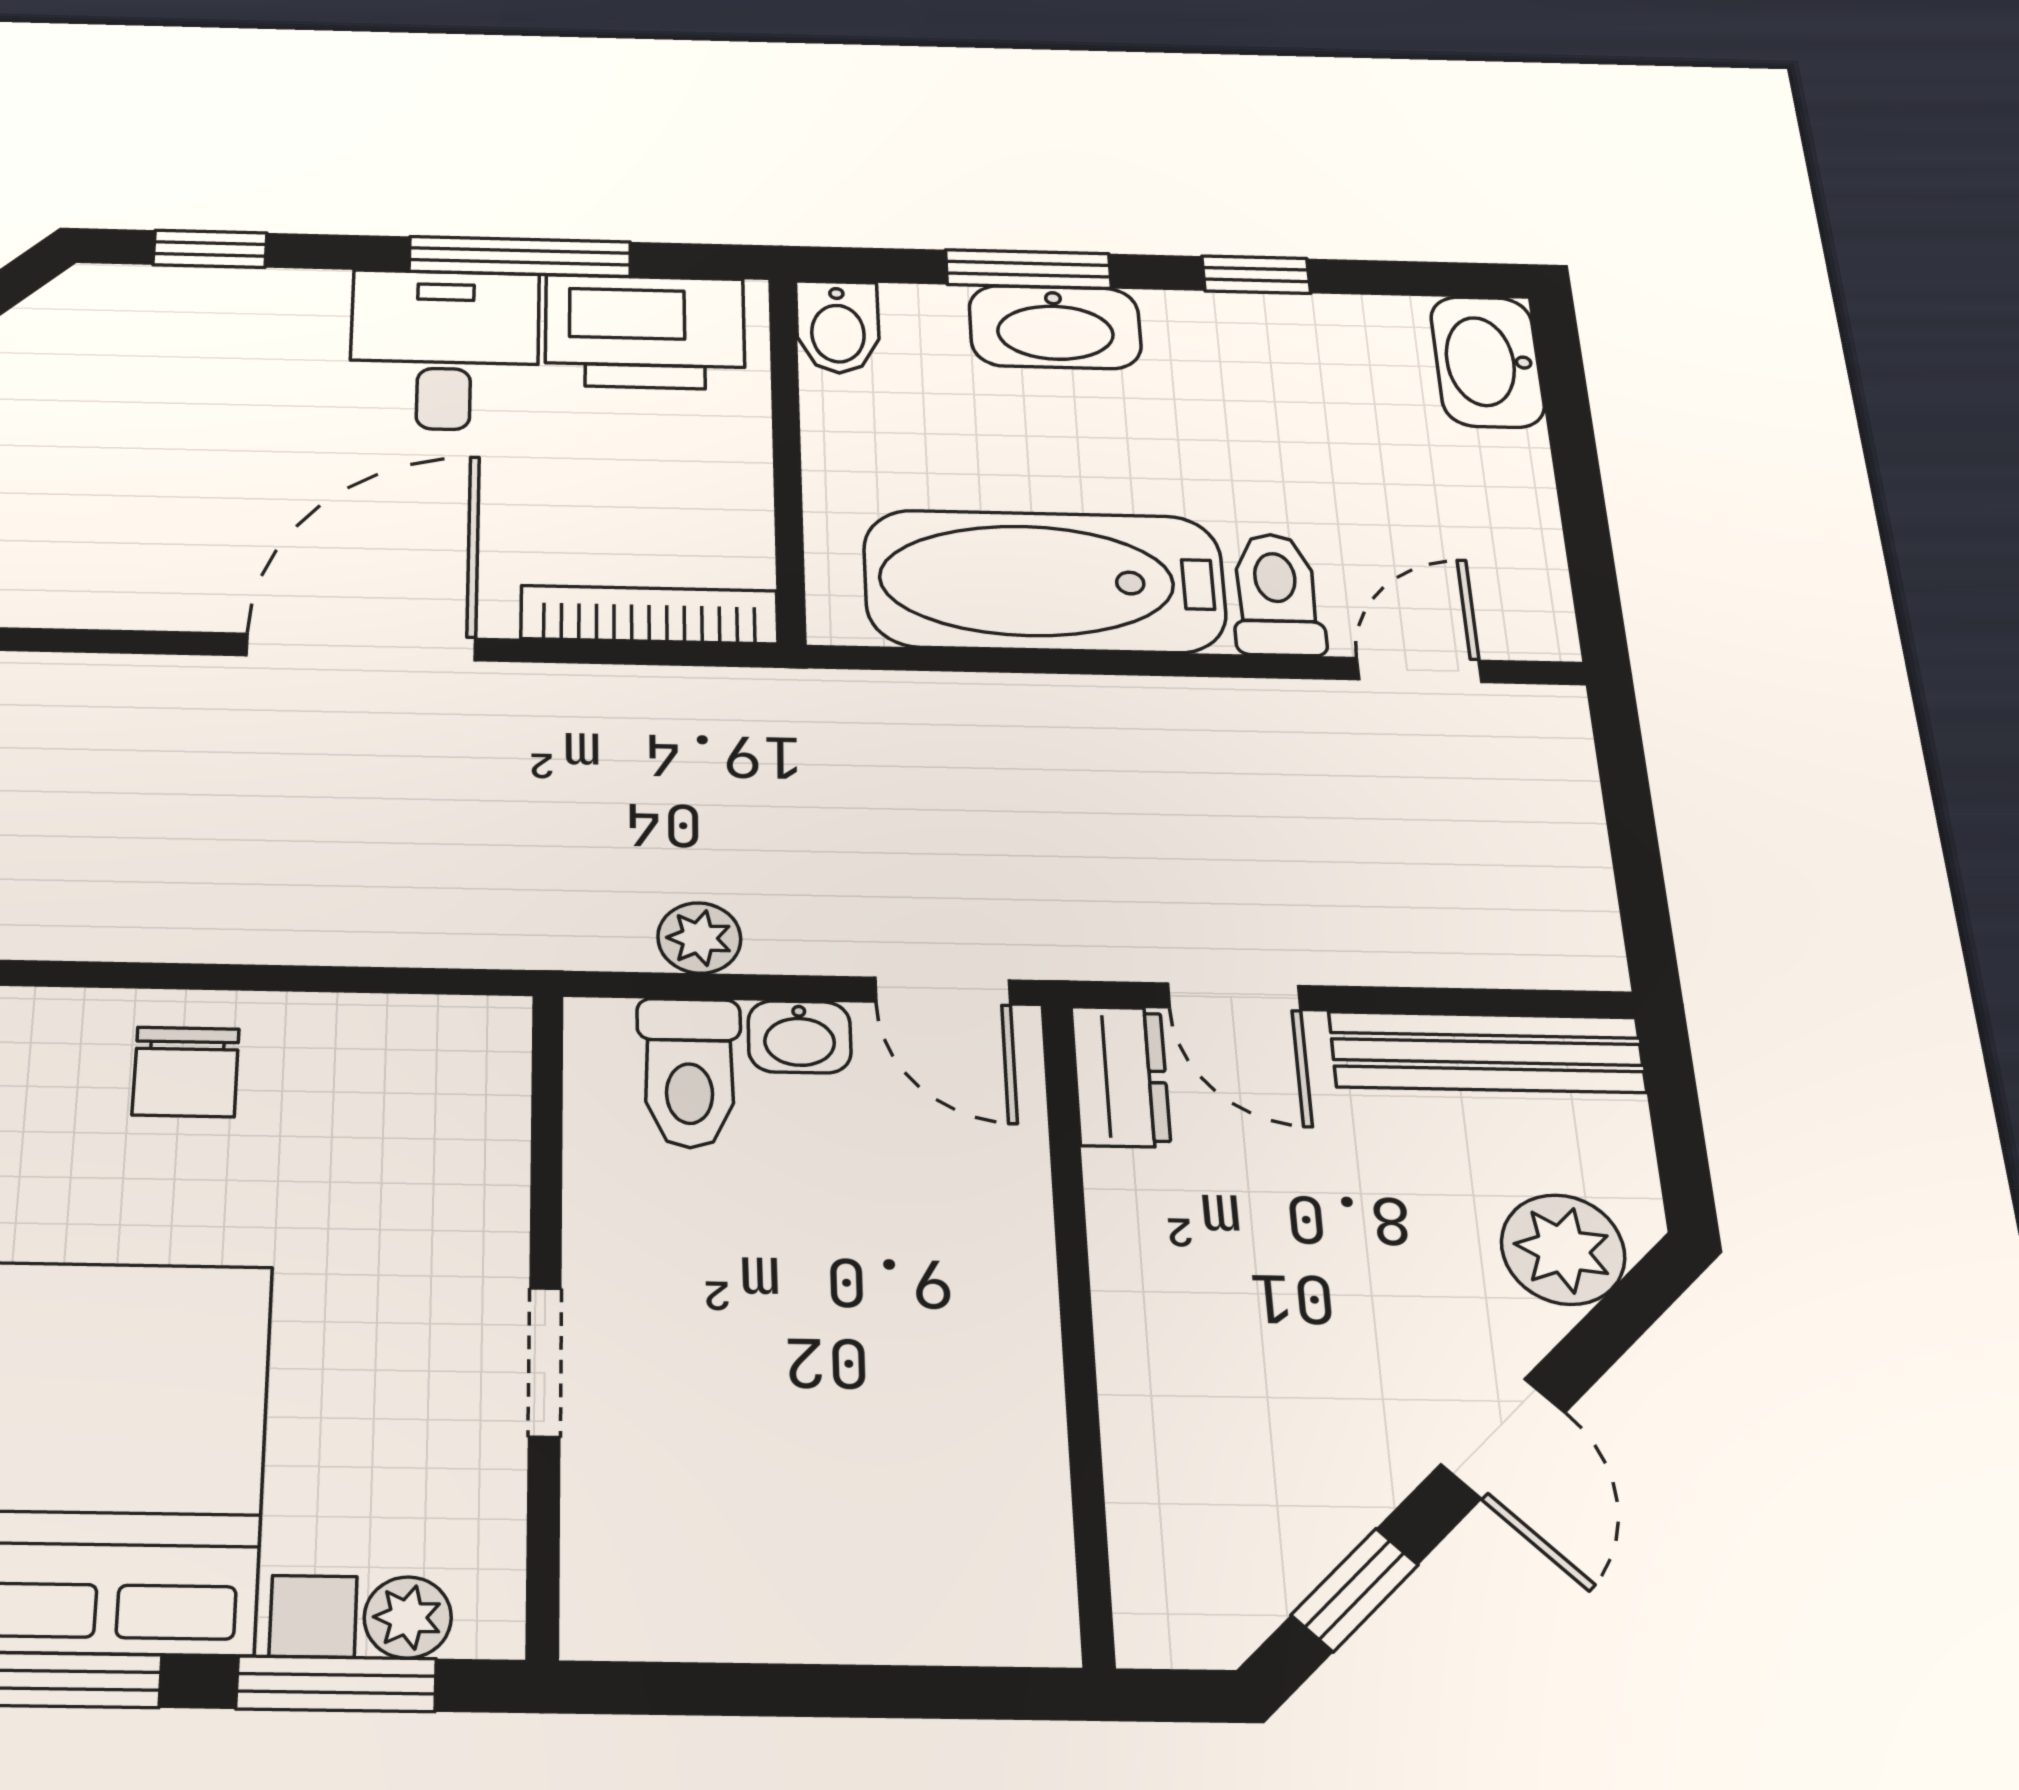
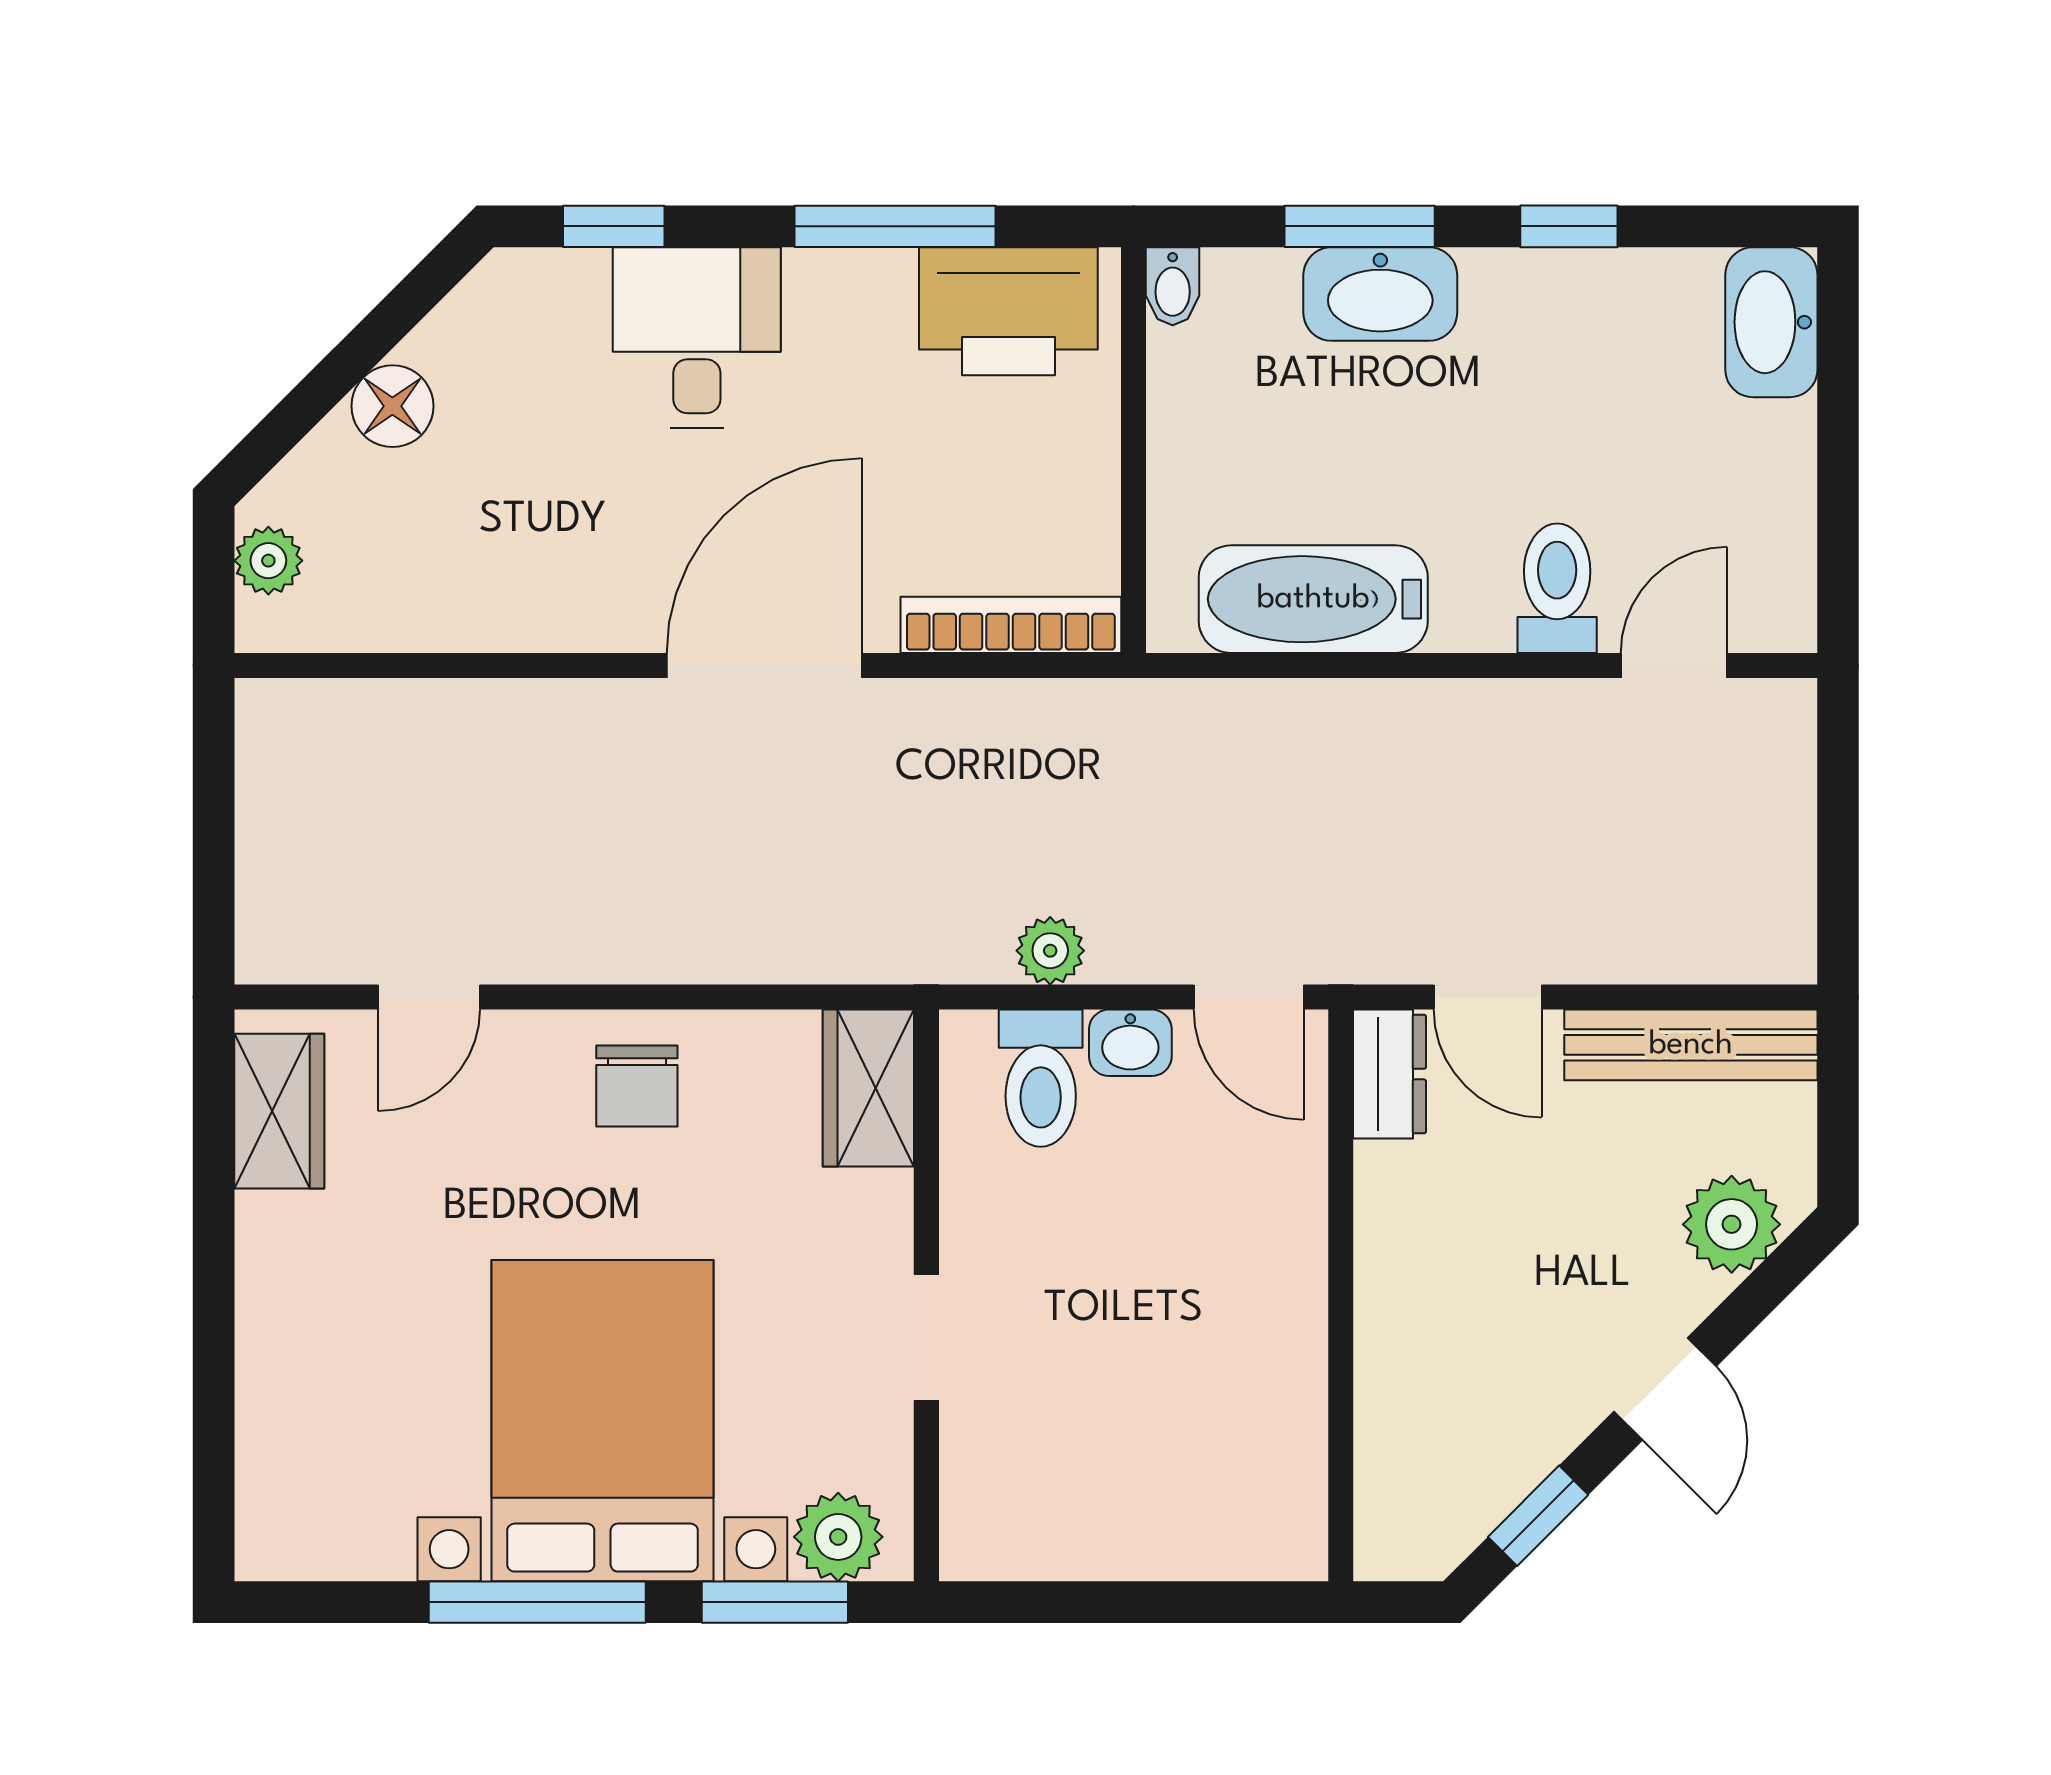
bidet: (838, 327) -> (1173, 286), width x0.72, depth x0.74
desk: (445, 350) -> (697, 337), moved
bathtub: (1044, 581) -> (1313, 599), width x0.73, depth x0.73
wardrobe: (475, 1079) -> (868, 1088), added
plant: (408, 1617) -> (838, 1537), width x1.38, depth x1.38

